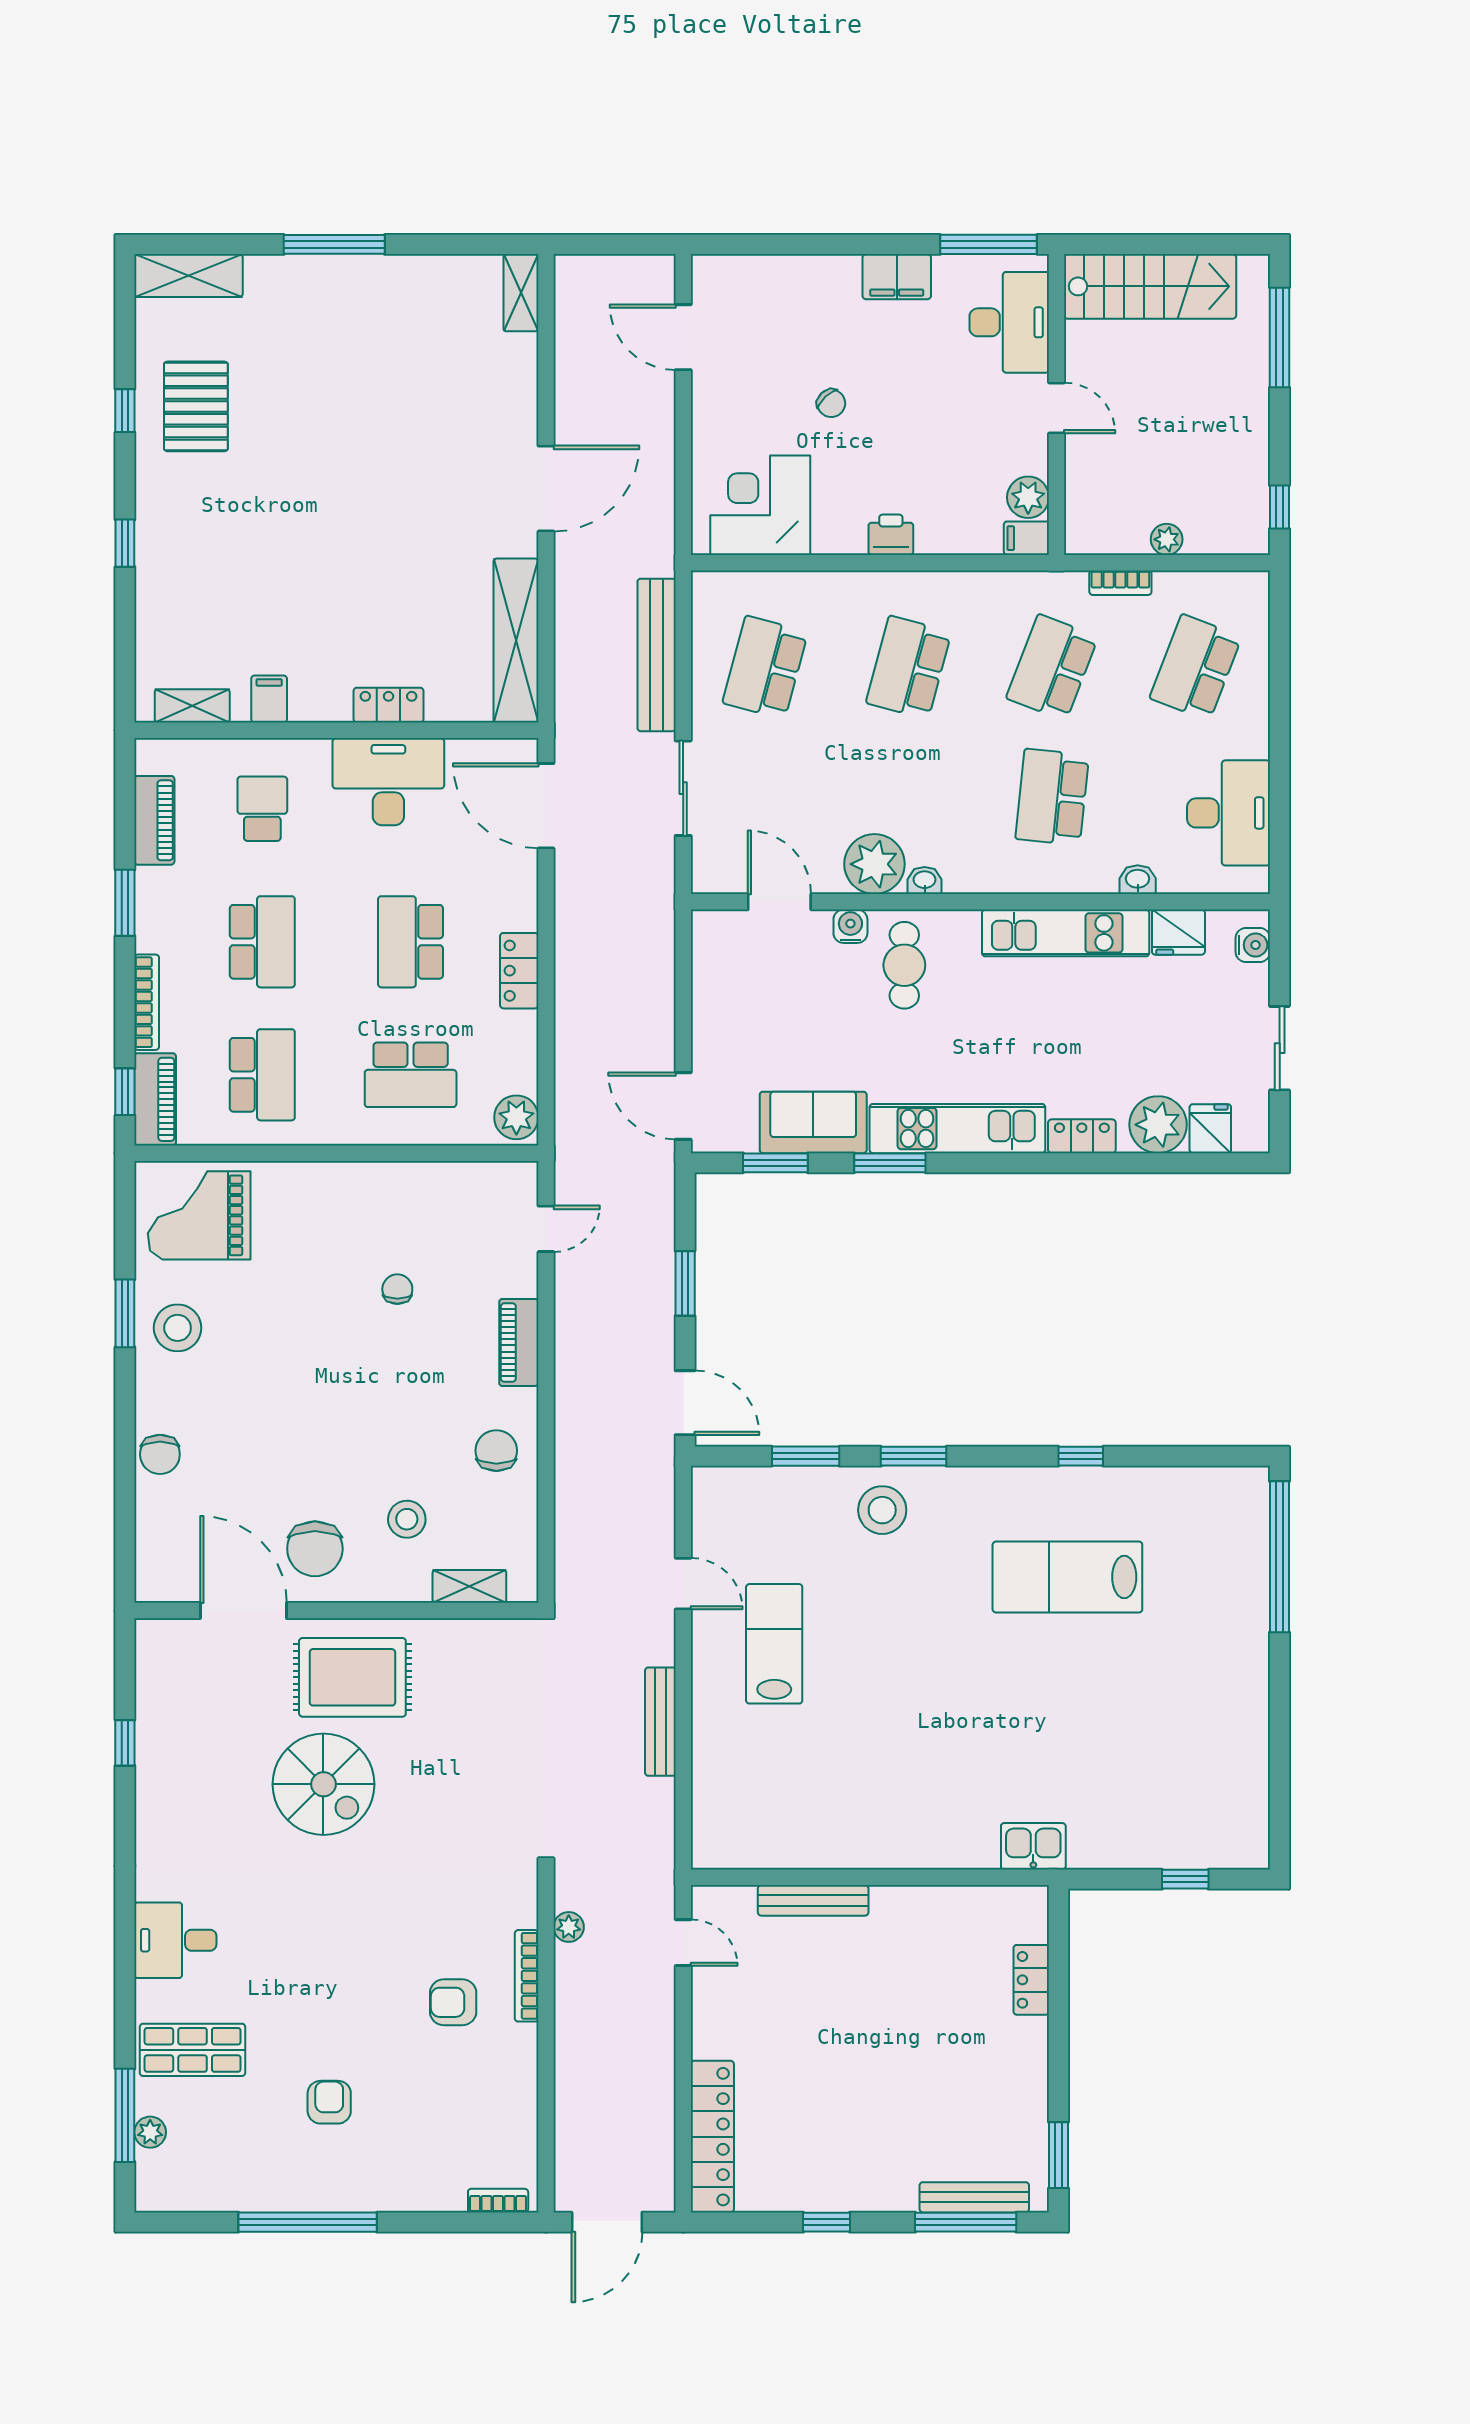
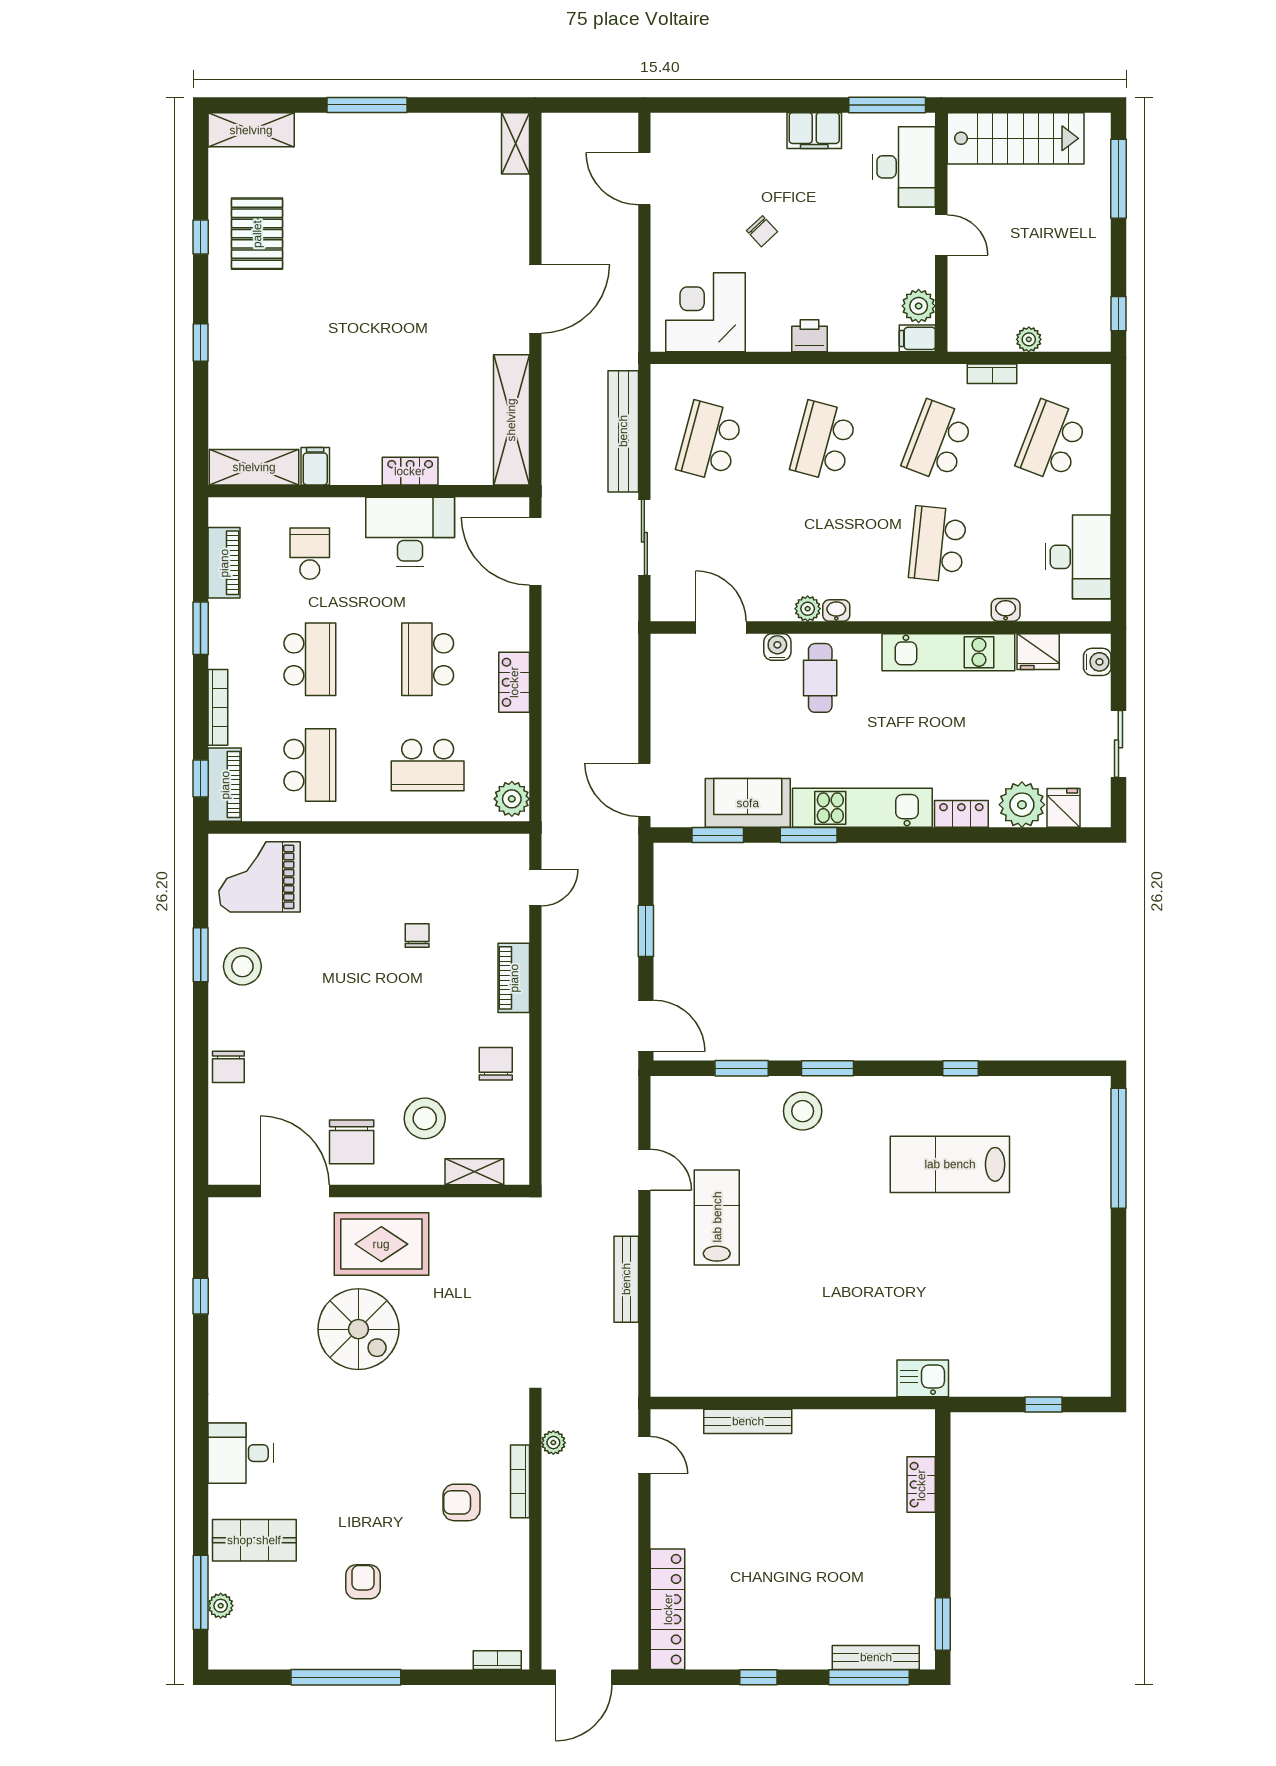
shelving: (192, 706) -> (254, 467), width x1.50, depth x1.33
plant: (874, 864) -> (808, 609), width x0.53, depth x0.53
stool: (407, 1519) -> (425, 1118), width x1.38, depth x1.38

